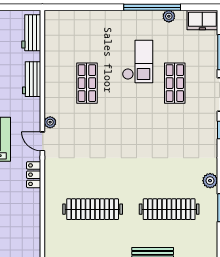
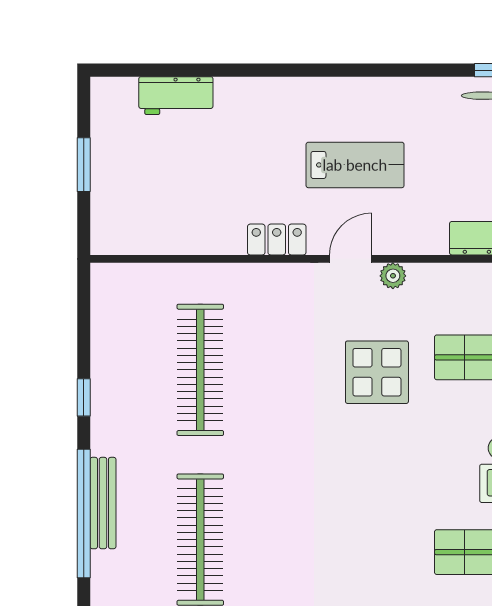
display table: (94, 129) -> (377, 372), added

